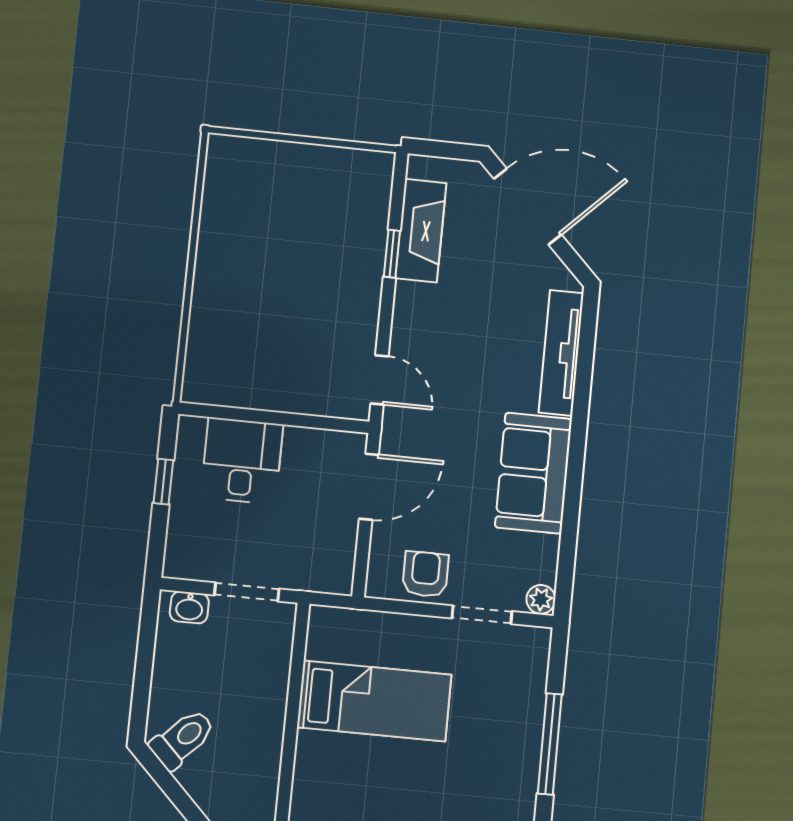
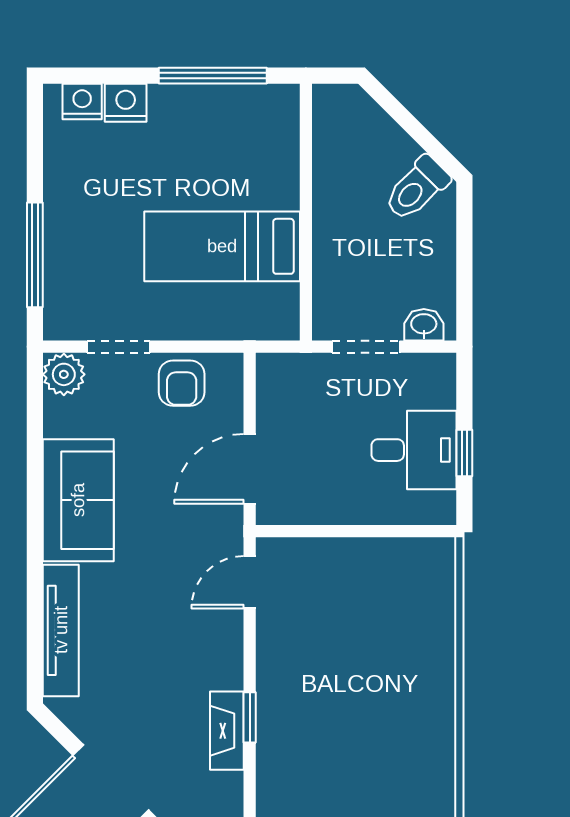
fireplace: (421, 231) -> (227, 731), width x0.73, depth x0.76
door: (379, 380) -> (250, 582), hinge flipped
desk: (242, 461) -> (414, 450), moved, turned -90
plant: (541, 599) -> (64, 374), width x1.38, depth x1.38
window: (550, 744) -> (35, 255), moved

